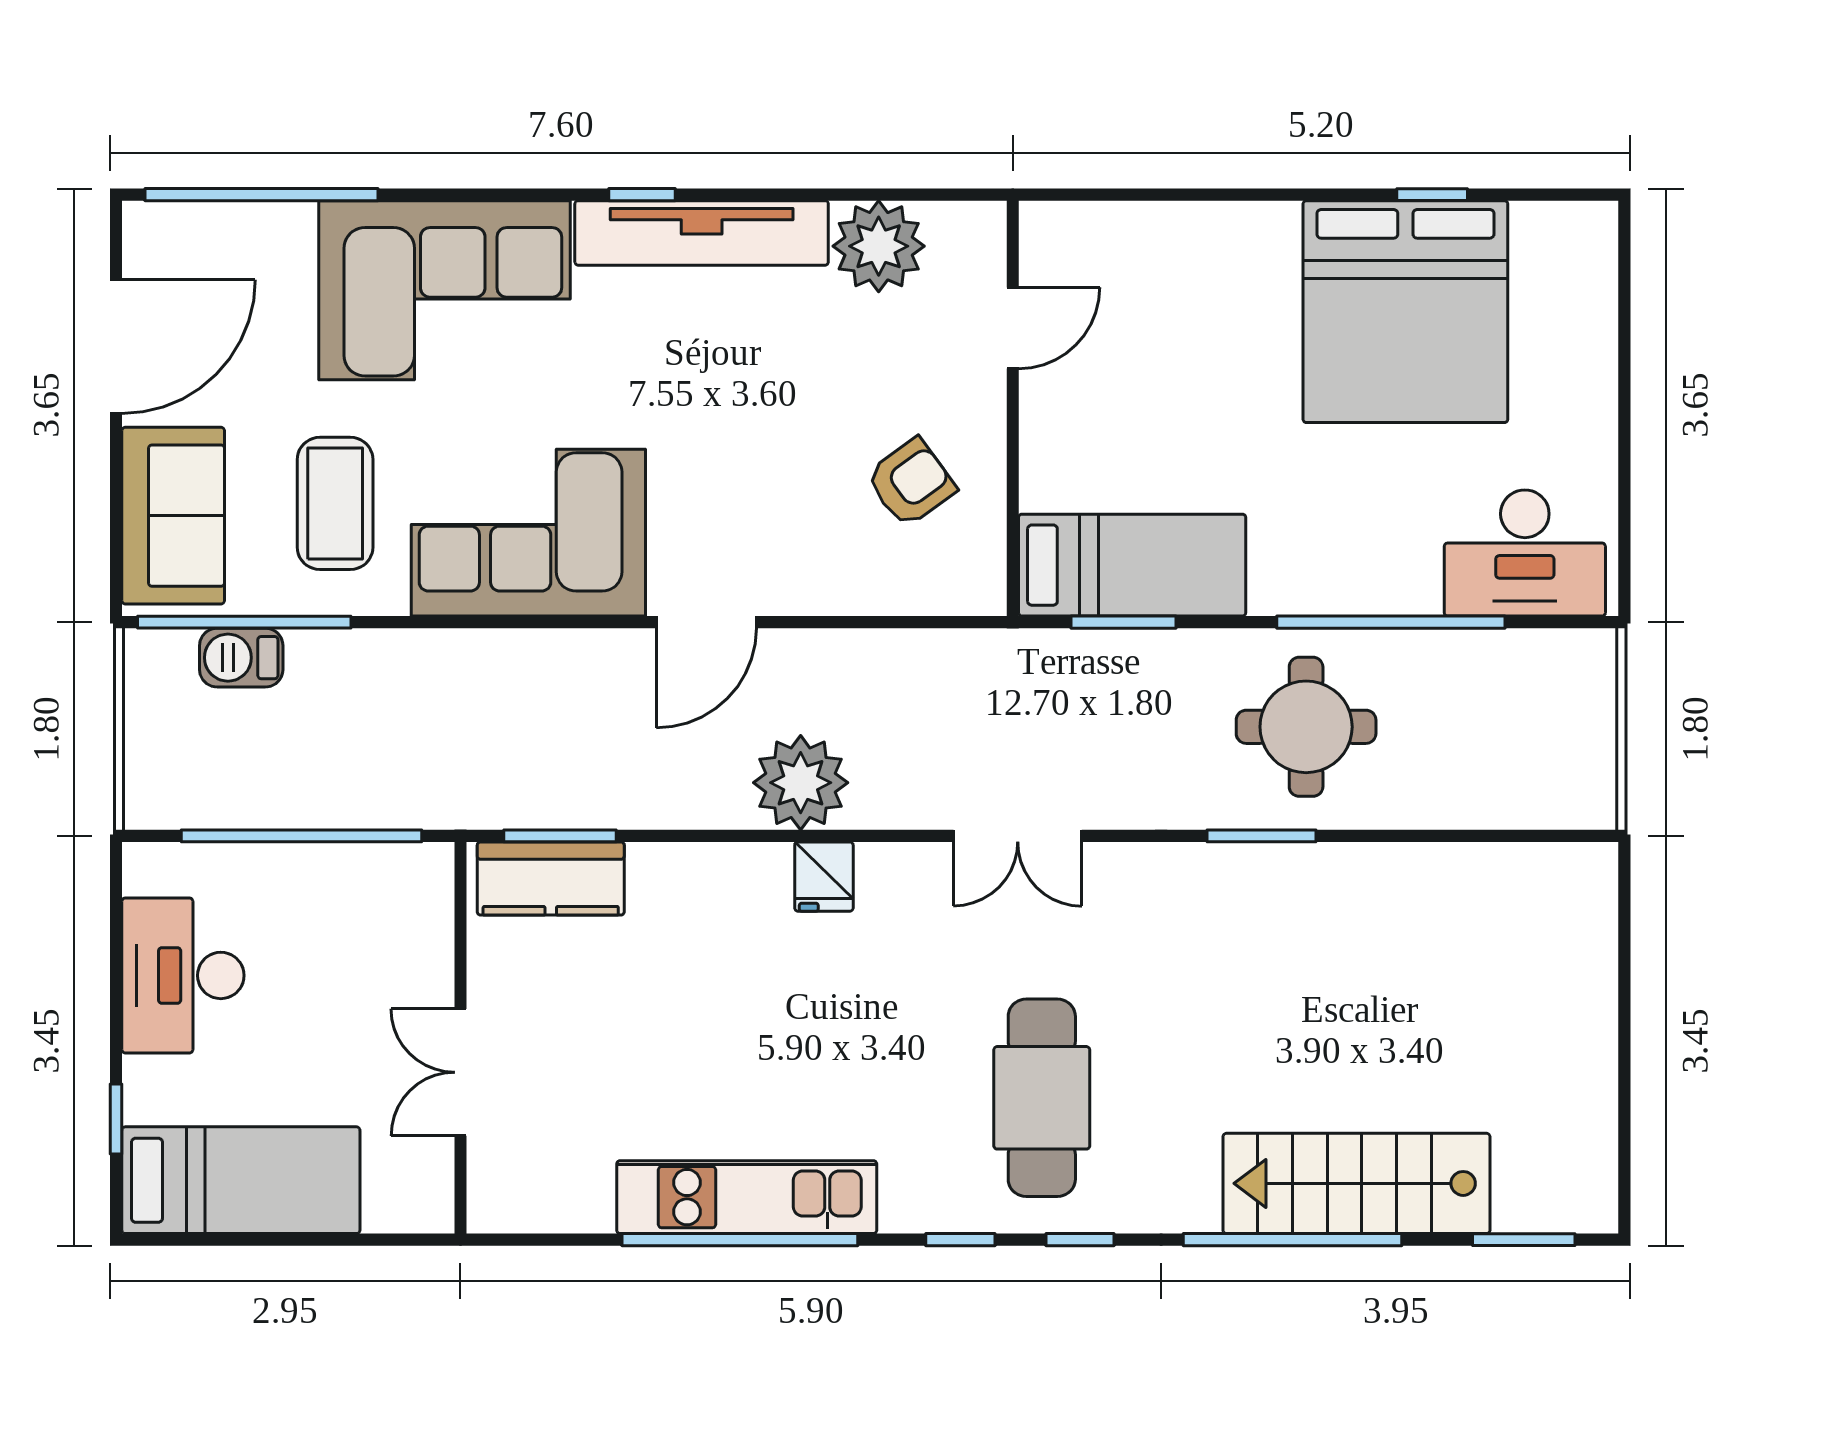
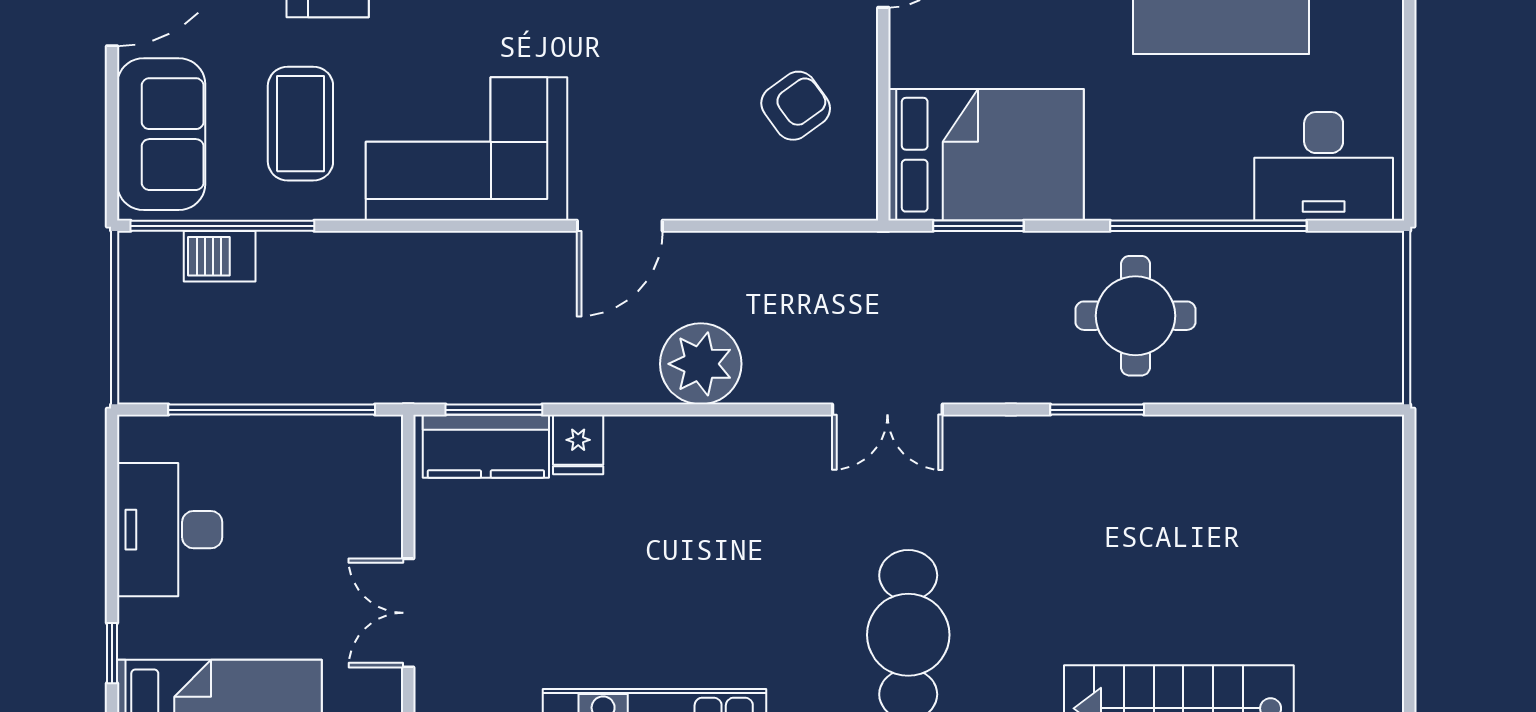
bed: (1132, 565) -> (986, 155), width x1.50
fridge: (824, 877) -> (578, 445), moved

